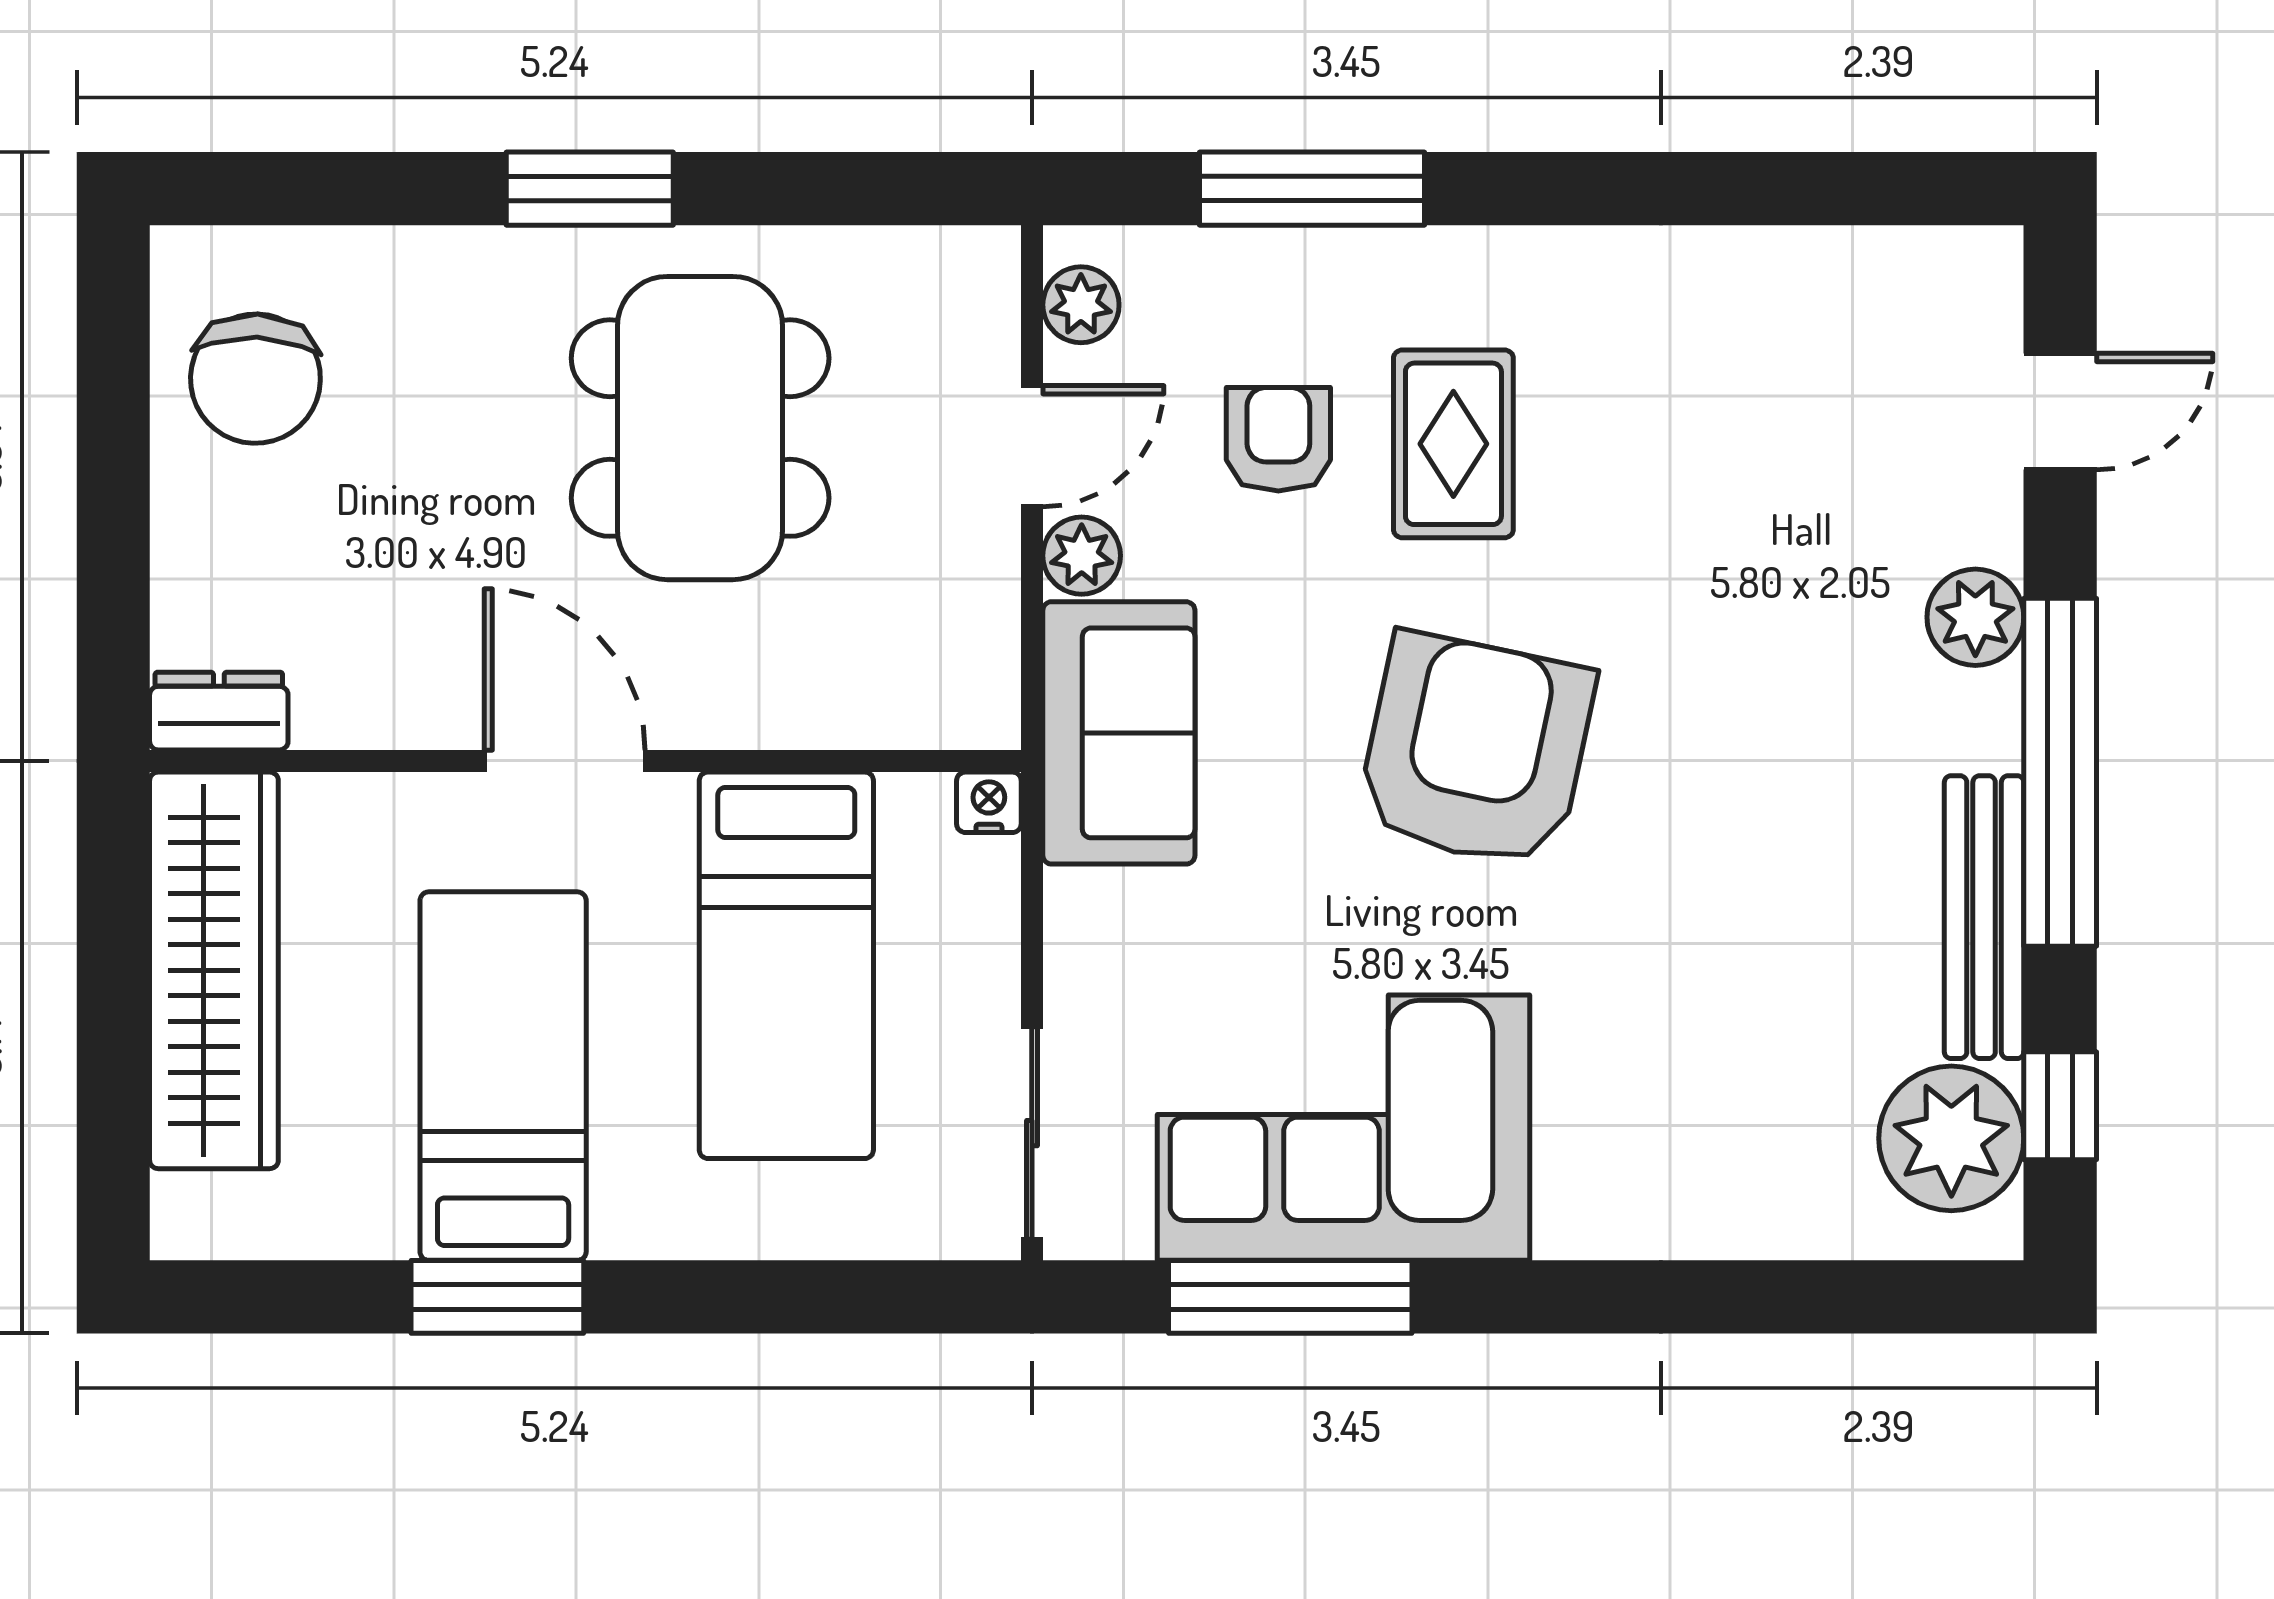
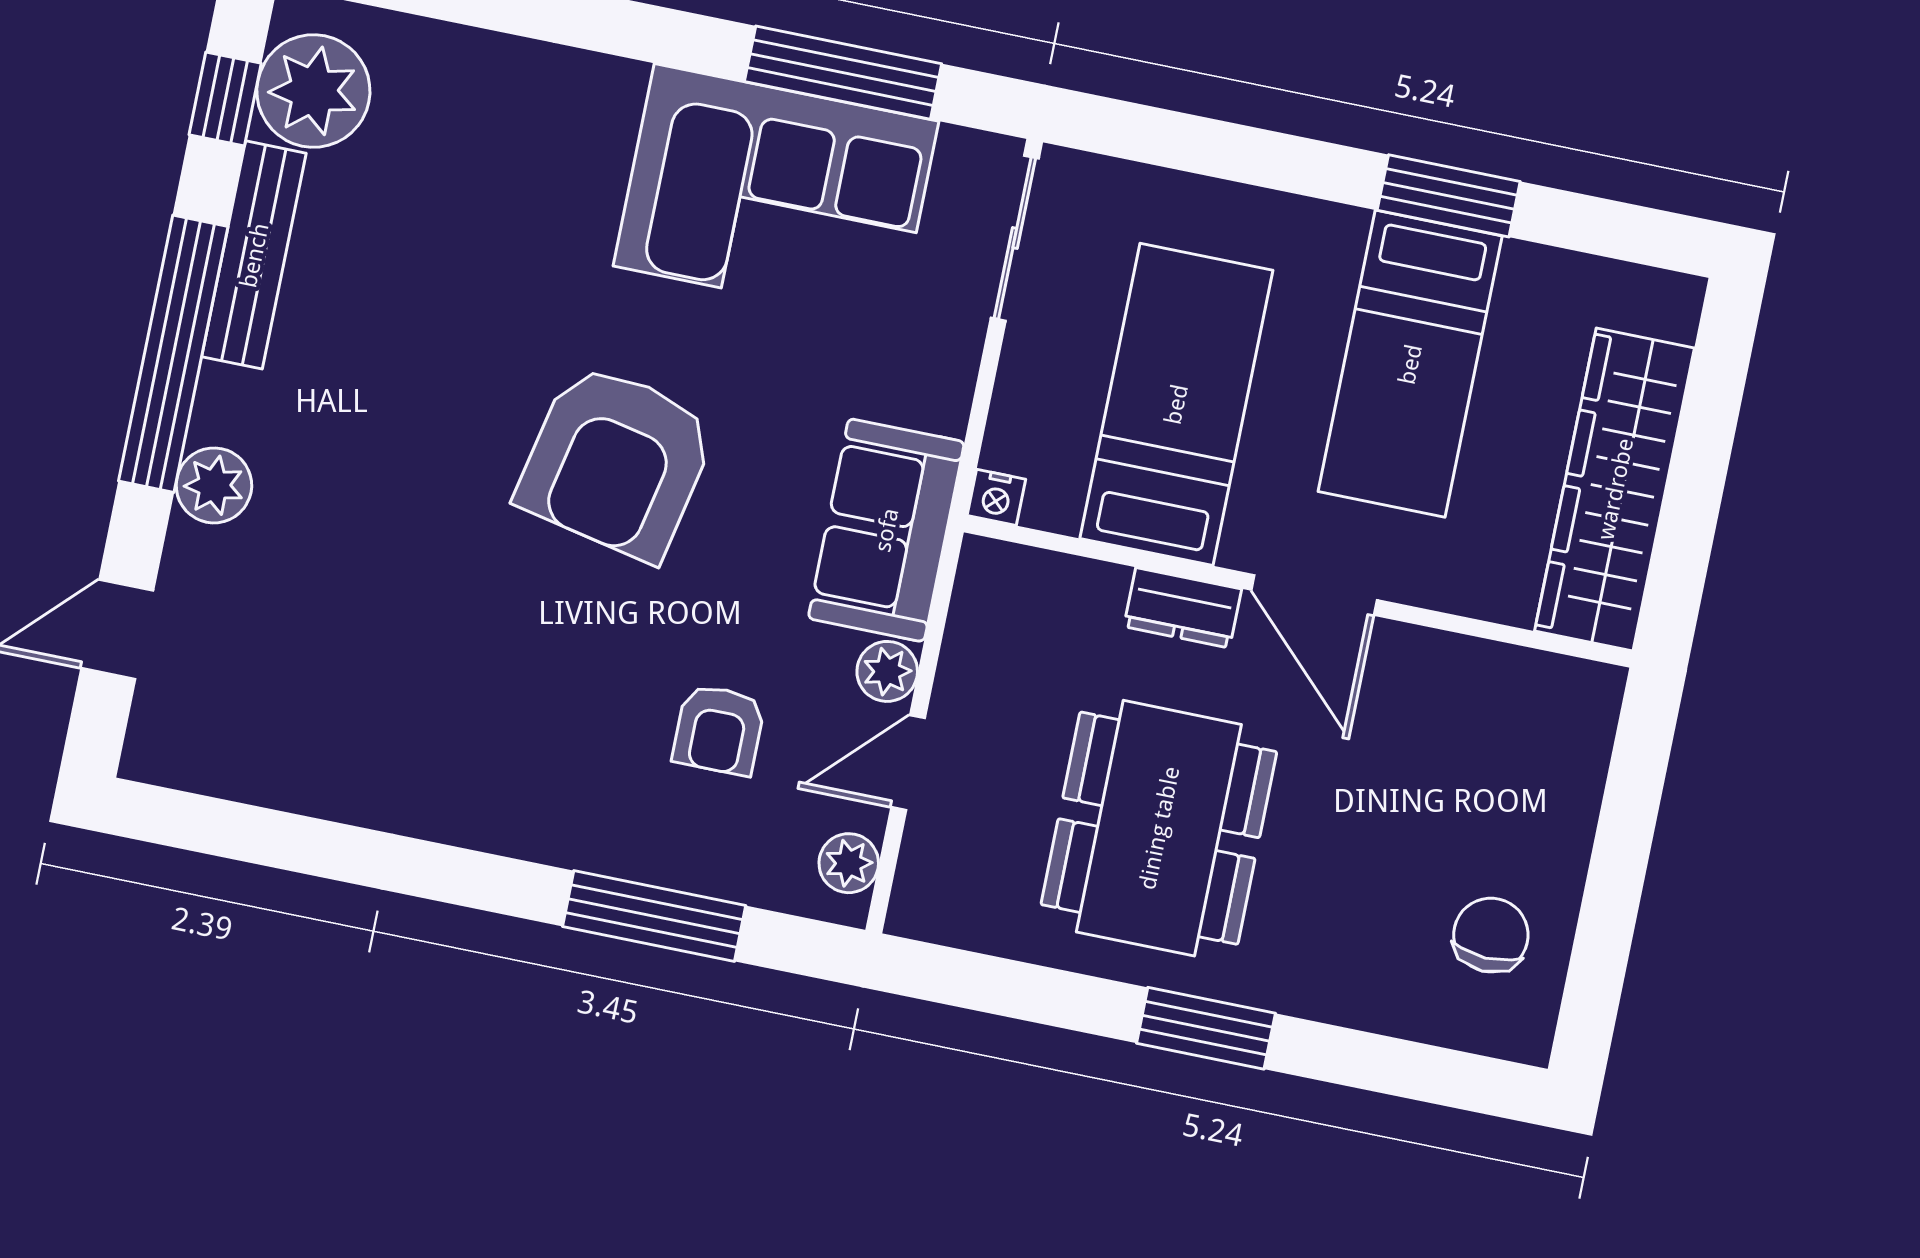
chair: (255, 379) -> (1491, 935), width x0.73, depth x0.73
rug: (1453, 444) -> (586, 699), removed
dresser: (219, 711) -> (1183, 608), moved

